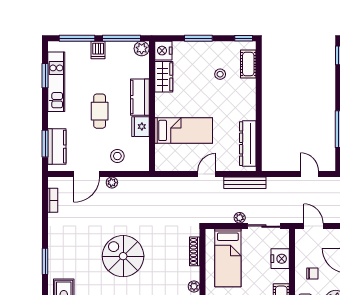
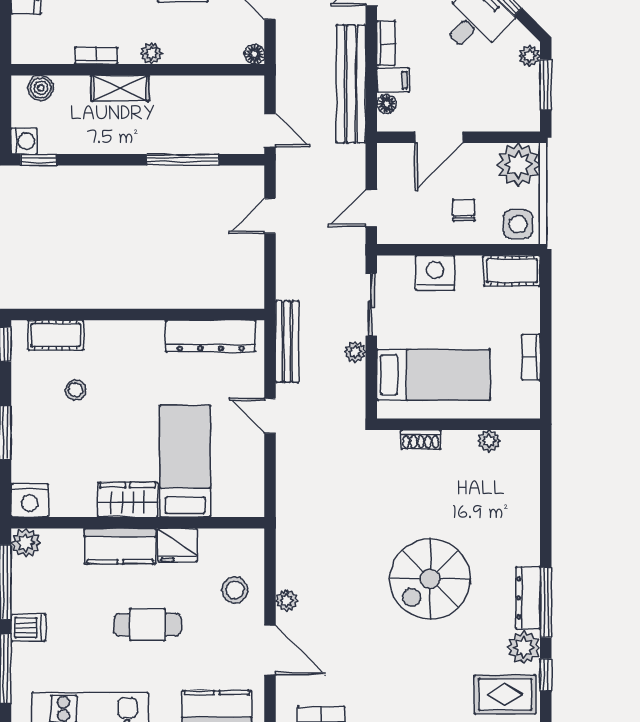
wardrobe: (164, 77) -> (128, 500), moved
shoe rack: (195, 251) -> (421, 439), width x0.70

